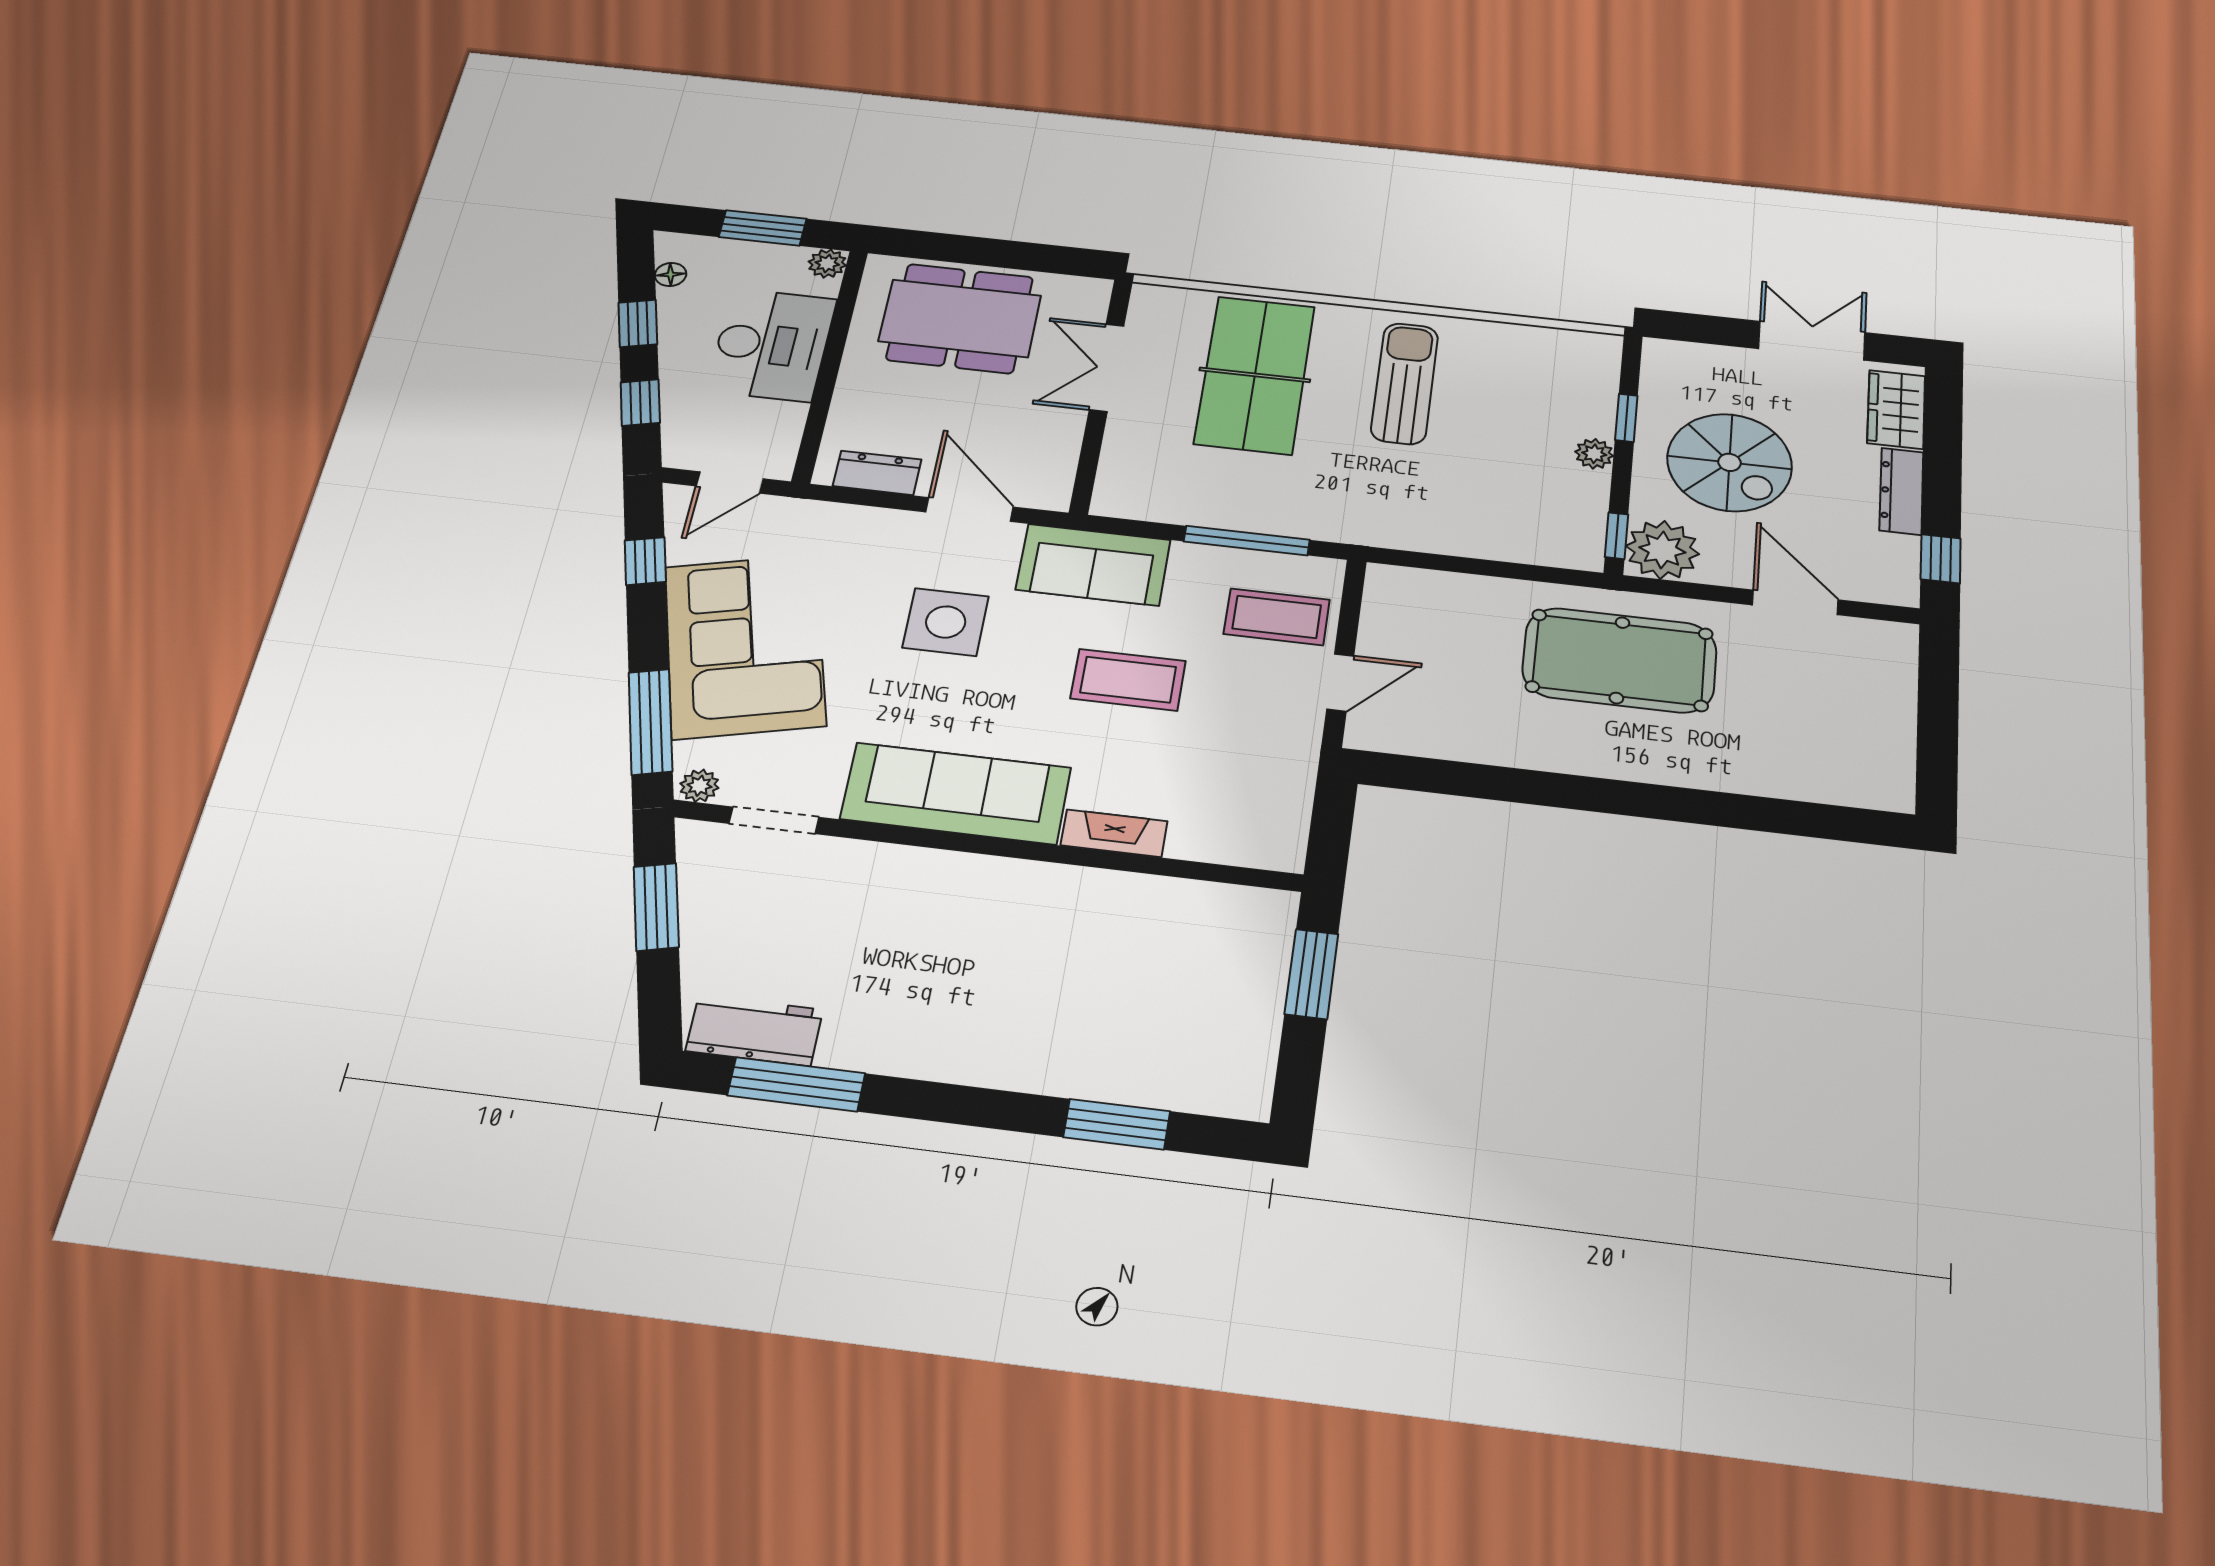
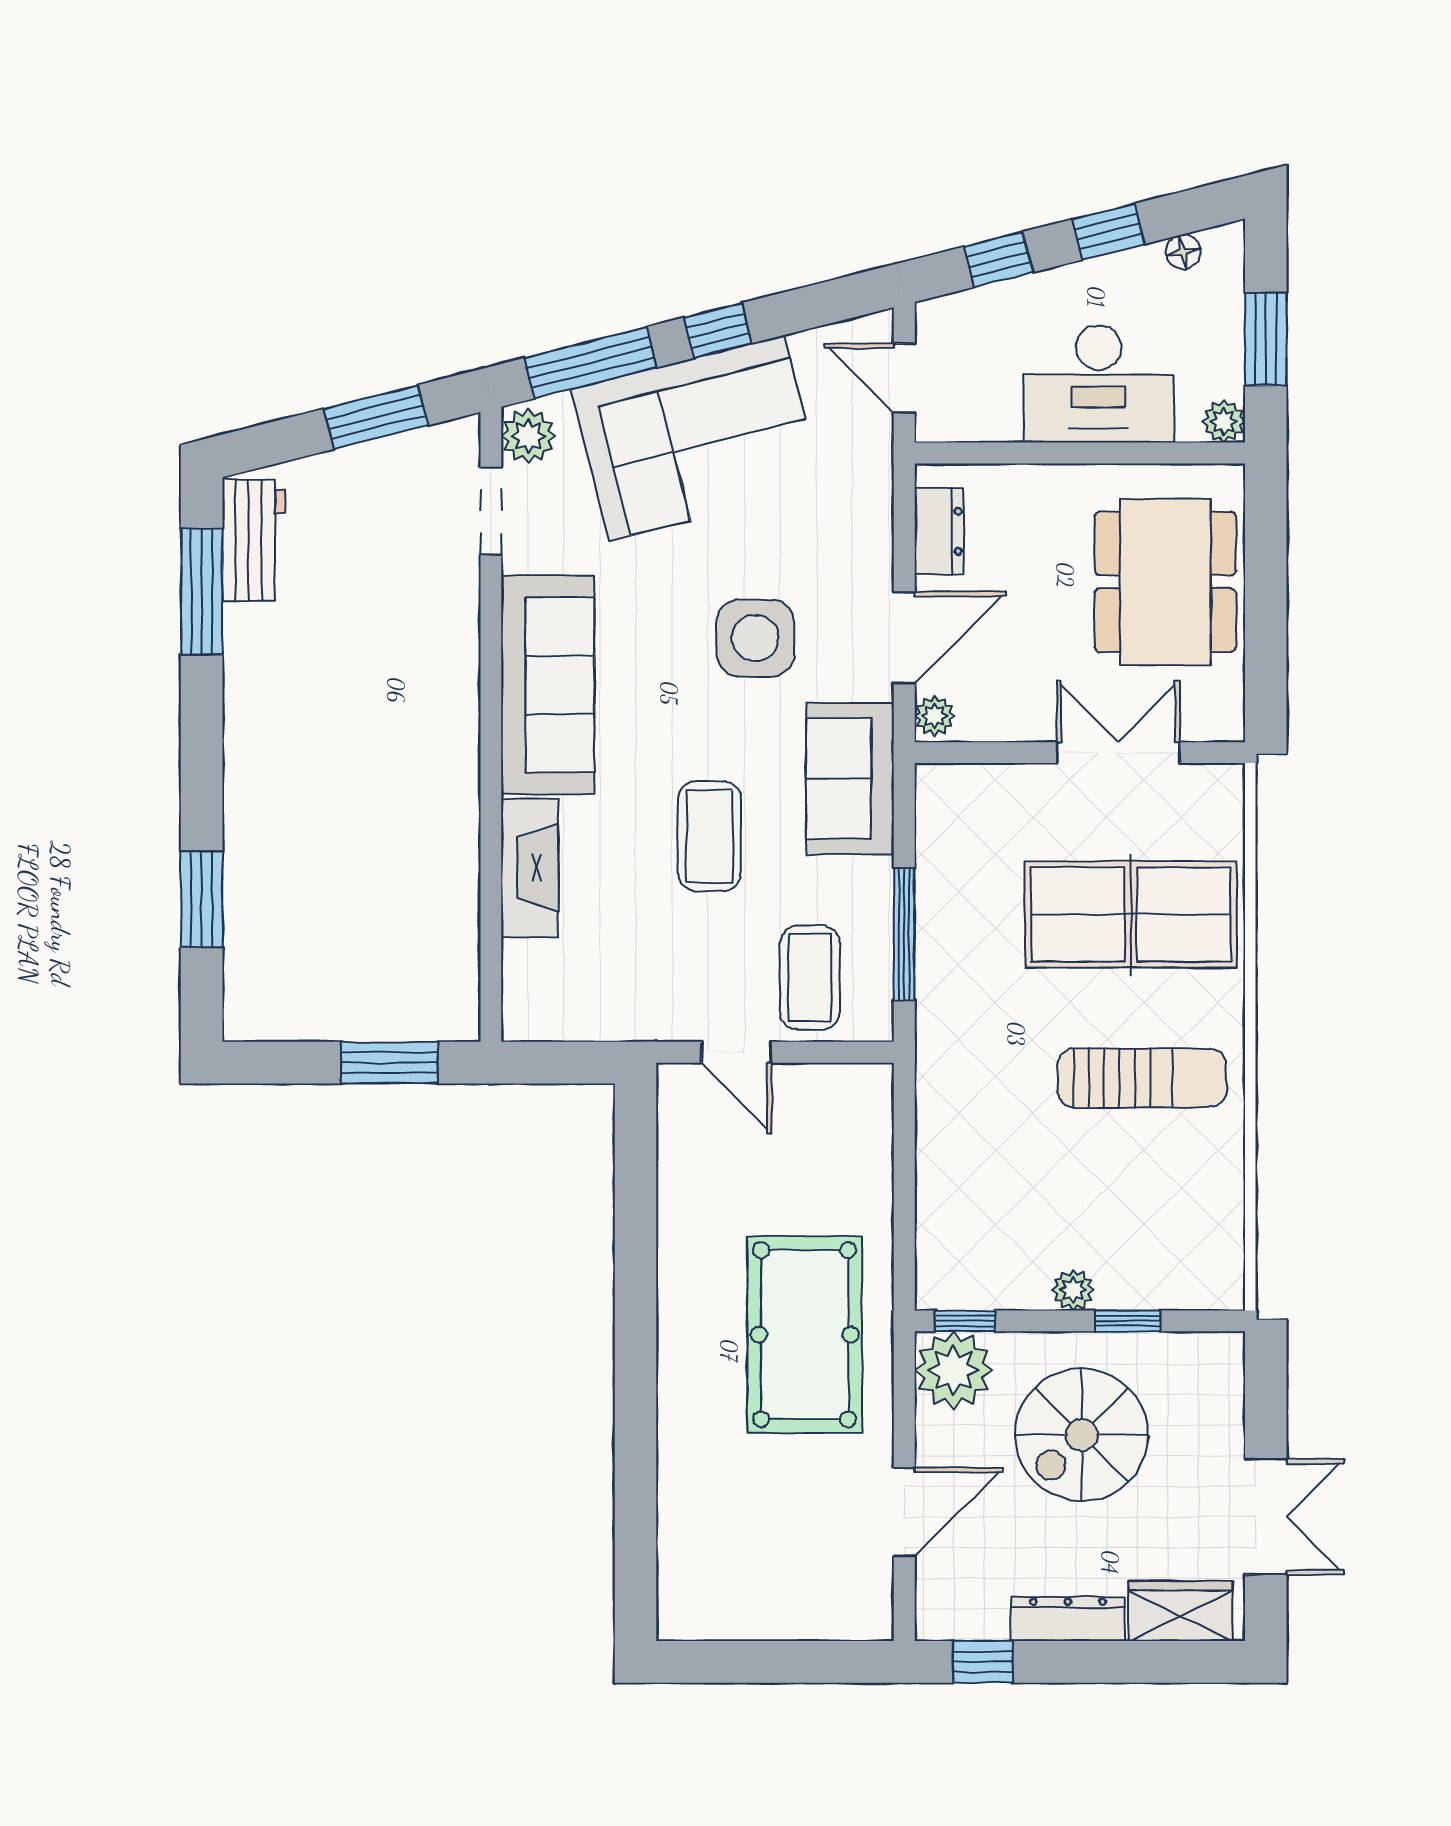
plant: (1047, 495) -> (935, 716), added
window: (645, 561) -> (718, 330), moved
plant: (699, 786) -> (528, 436), width x1.38, depth x1.38
fireplace: (1114, 833) -> (530, 868), width x1.37, depth x1.32

